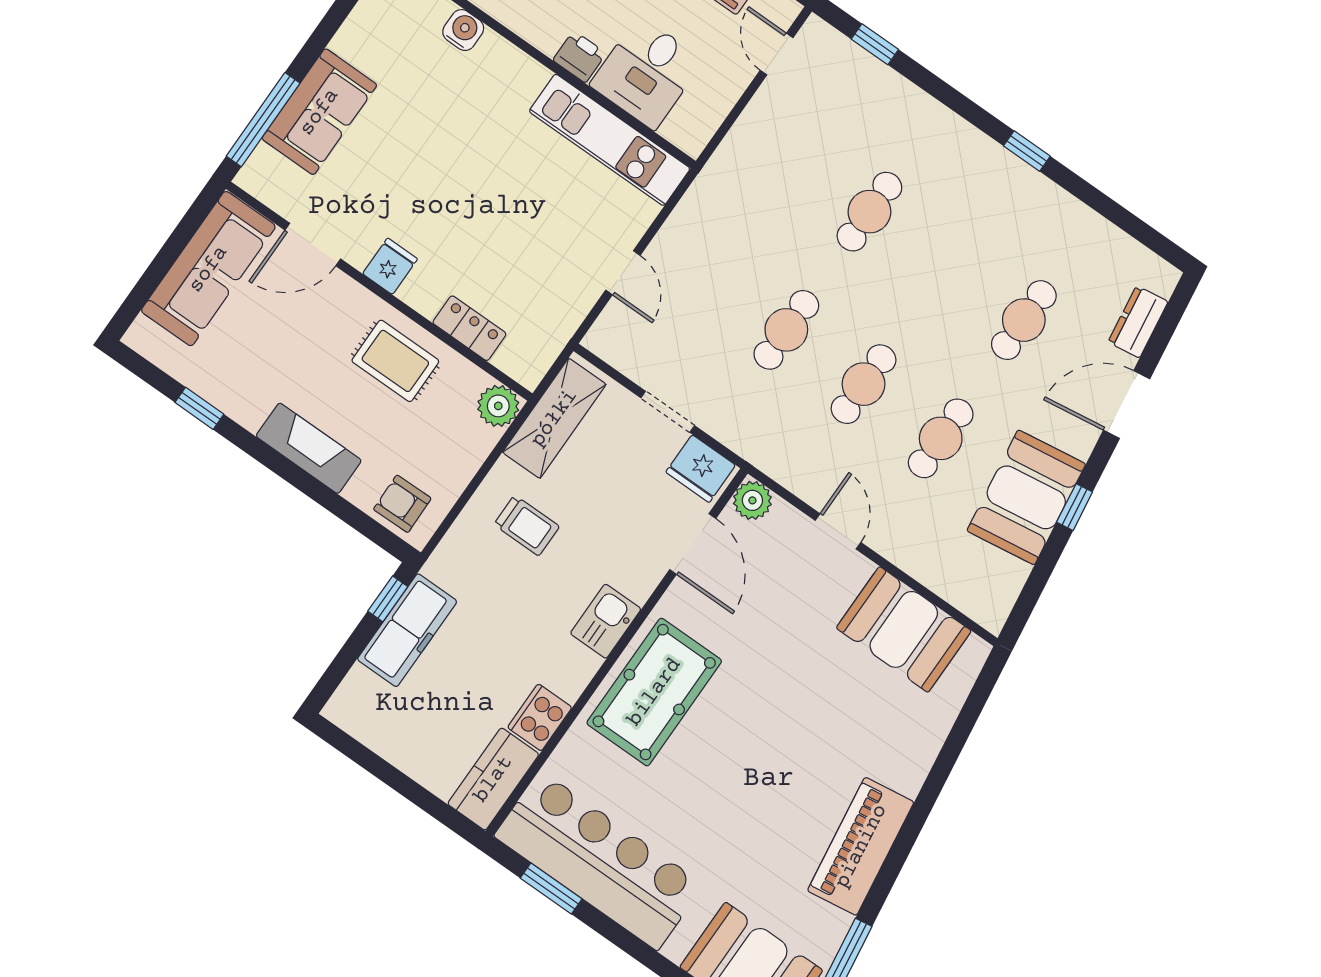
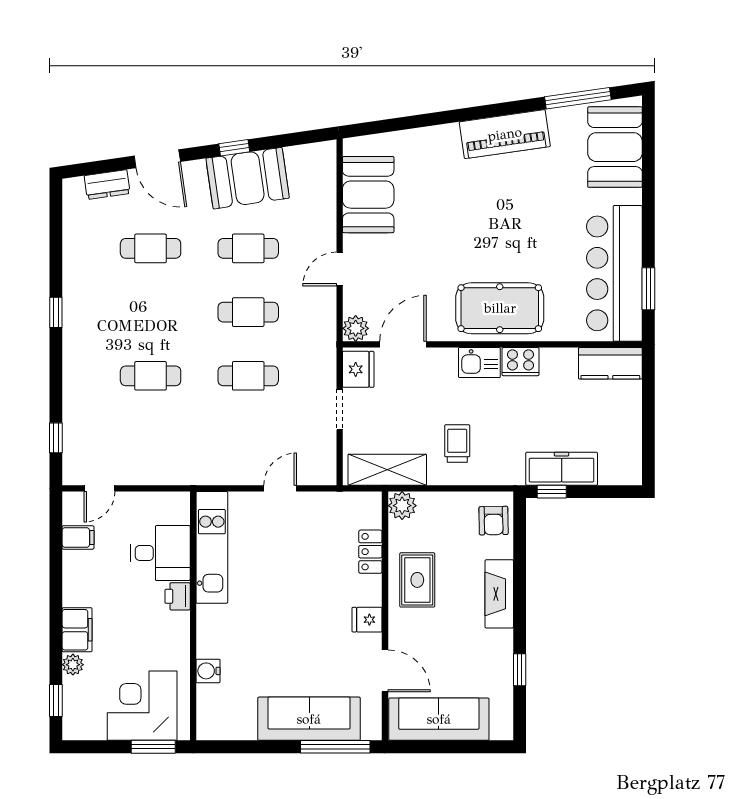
sofa: (319, 112) -> (309, 719), width x1.36
cooker: (540, 717) -> (521, 362), moved

